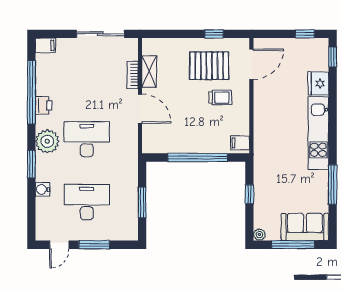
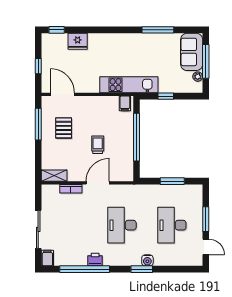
sliding door: (100, 34) -> (38, 229), moved
window: (214, 34) -> (38, 124), width x2.17
window: (305, 34) -> (38, 66), moved
pallet: (209, 66) -> (64, 128), width x0.67, depth x0.71
shelving: (149, 71) -> (54, 176), moved
trolley: (220, 97) -> (98, 145), moved
kitchen unit: (318, 133) -> (129, 85), moved, turned 180
plant: (47, 141) -> (124, 257), removed
water cooler: (42, 189) -> (147, 260), moved
plant: (259, 235) -> (198, 77), moved

